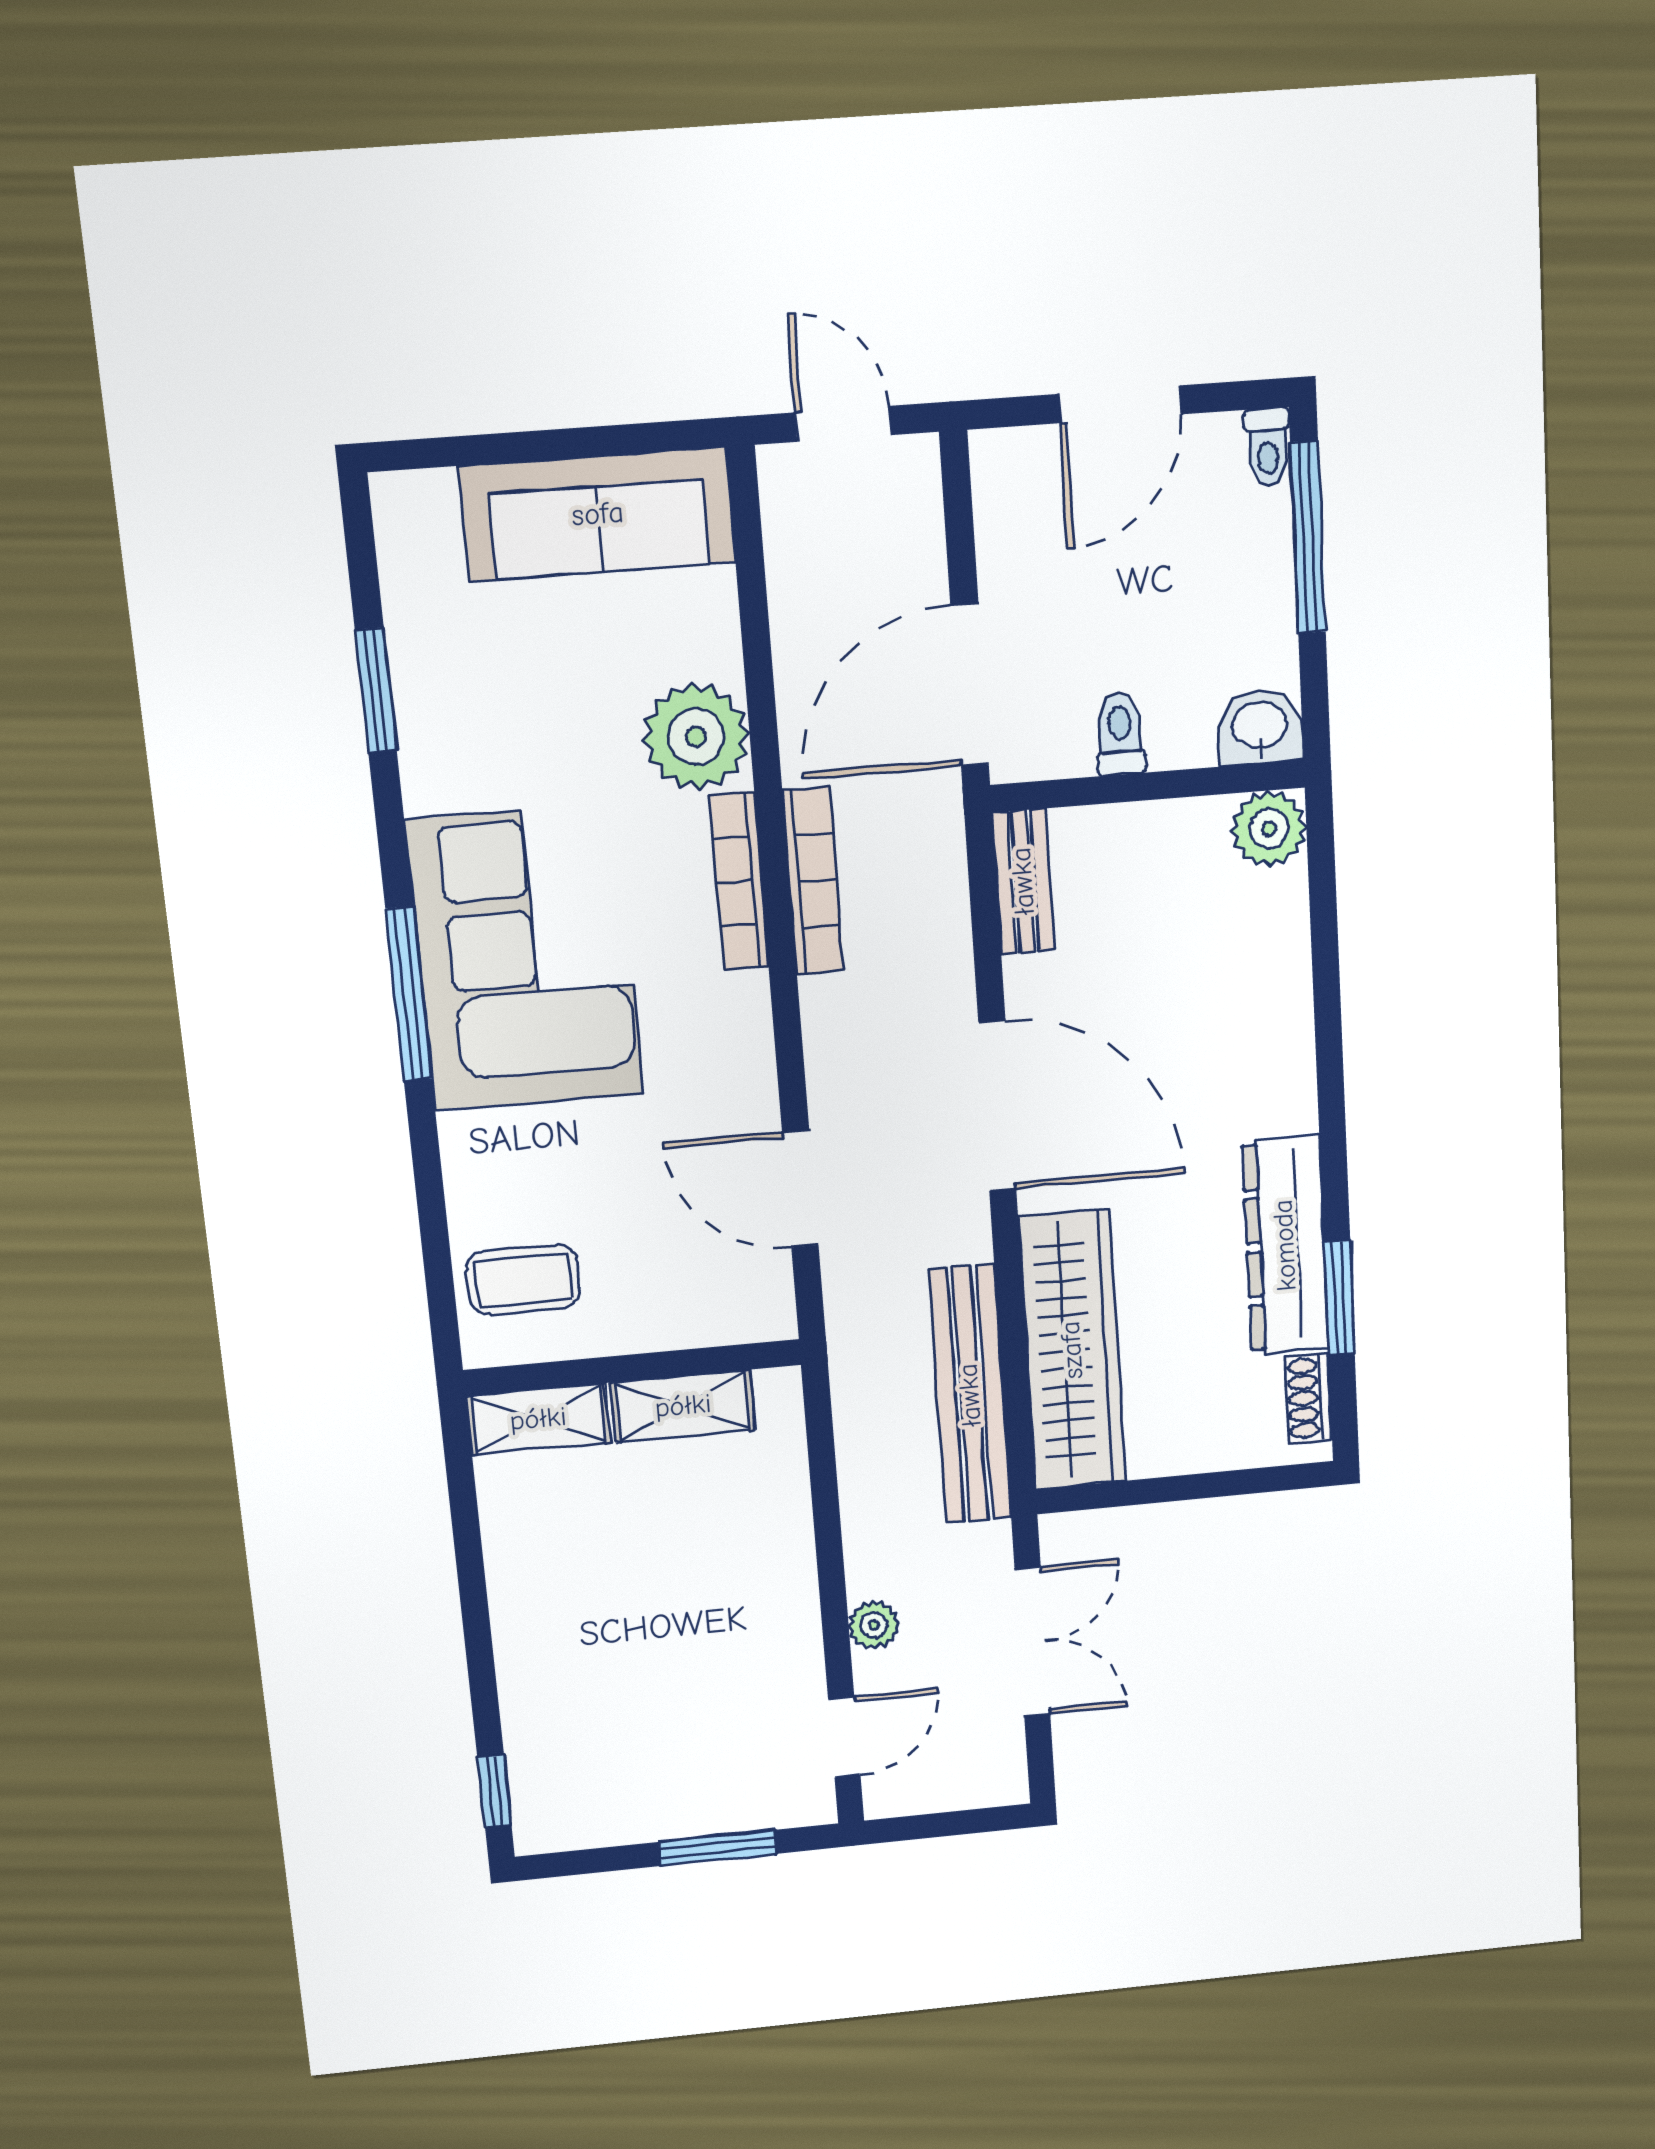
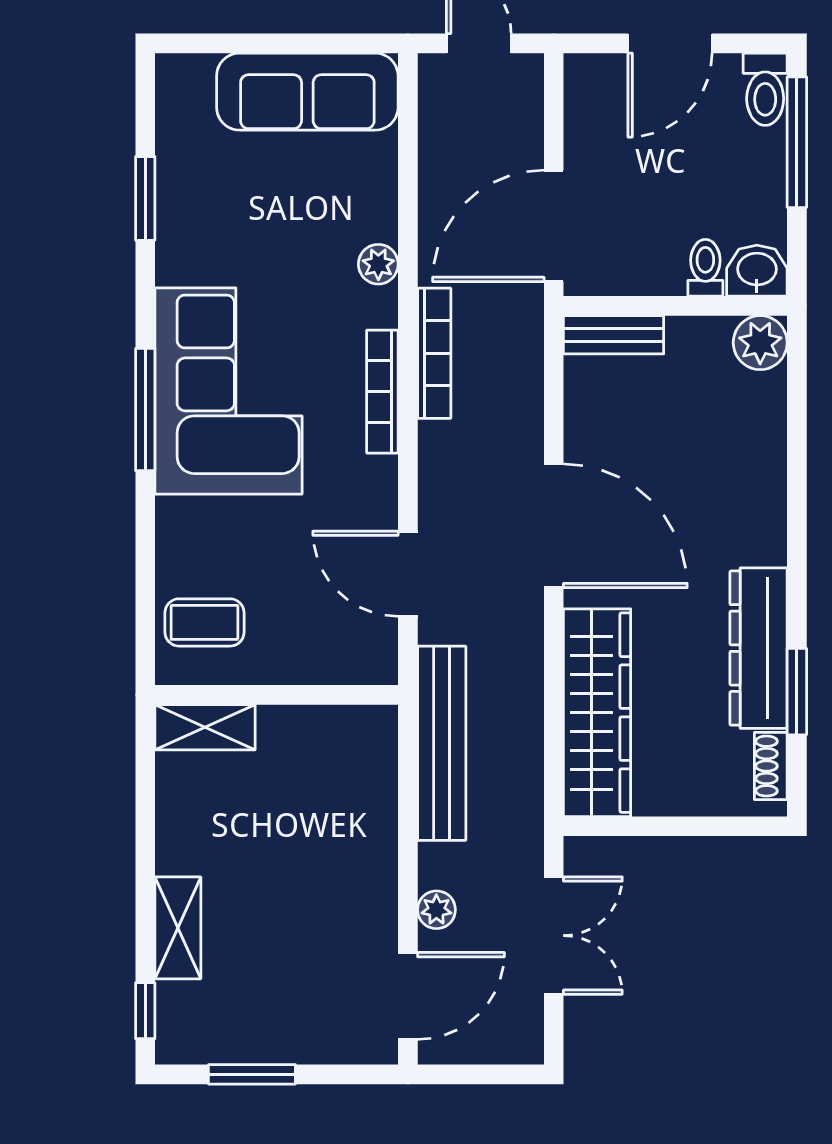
toilet: (1268, 447) -> (765, 89), width x1.37, depth x1.39
toilet: (1120, 734) -> (705, 268), moved
plant: (696, 737) -> (378, 264), width x0.53, depth x0.53
bookcase: (739, 881) -> (382, 392), moved
bench: (1023, 881) -> (614, 335), moved, turned 90
bench: (970, 1395) -> (442, 743), moved
shelving: (683, 1406) -> (178, 928), moved, turned 90
door: (844, 1737) -> (408, 996), width x1.38
window: (718, 1848) -> (252, 1074), moved

